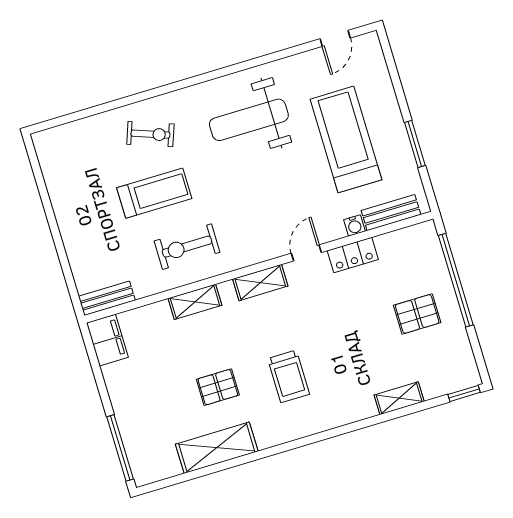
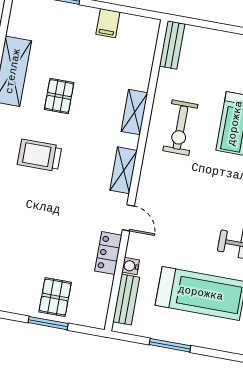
exercise bike: (187, 247) -> (180, 128), turned 180
window: (456, 280) -> (48, 323), width x0.47
pallet: (417, 314) -> (55, 297), moved
filing cabinet: (107, 340) -> (108, 23), moved, width x0.50

